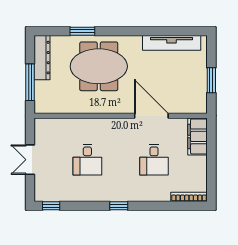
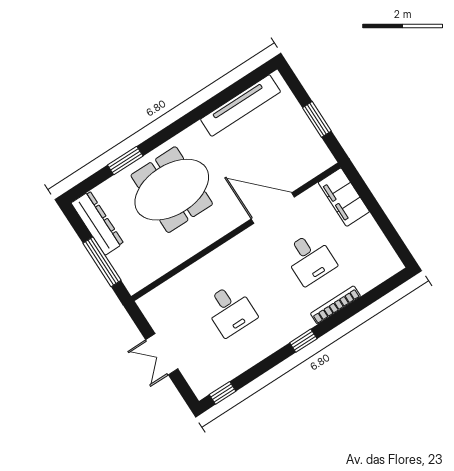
bookcase: (189, 197) -> (335, 305), moved

